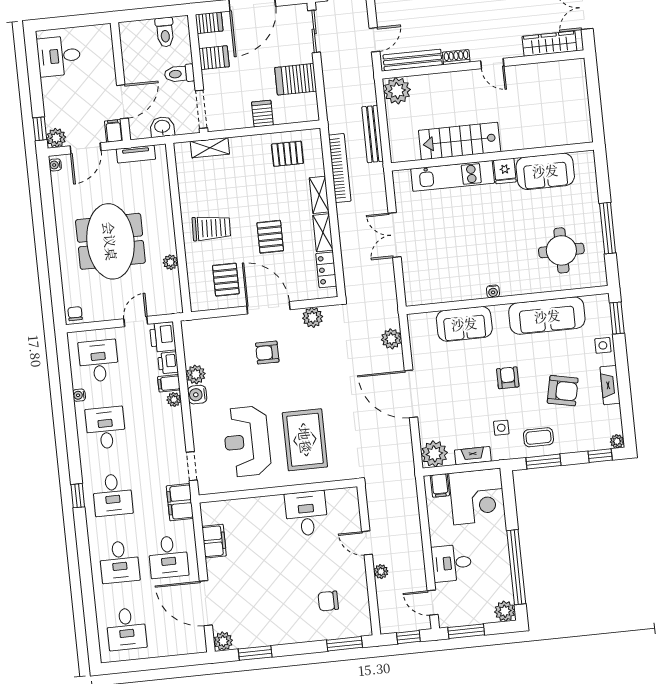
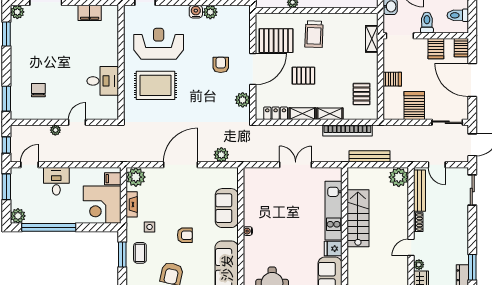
plant: (515, 50) -> (419, 265), added
pallet: (226, 280) -> (276, 41), width x1.50, depth x1.42

